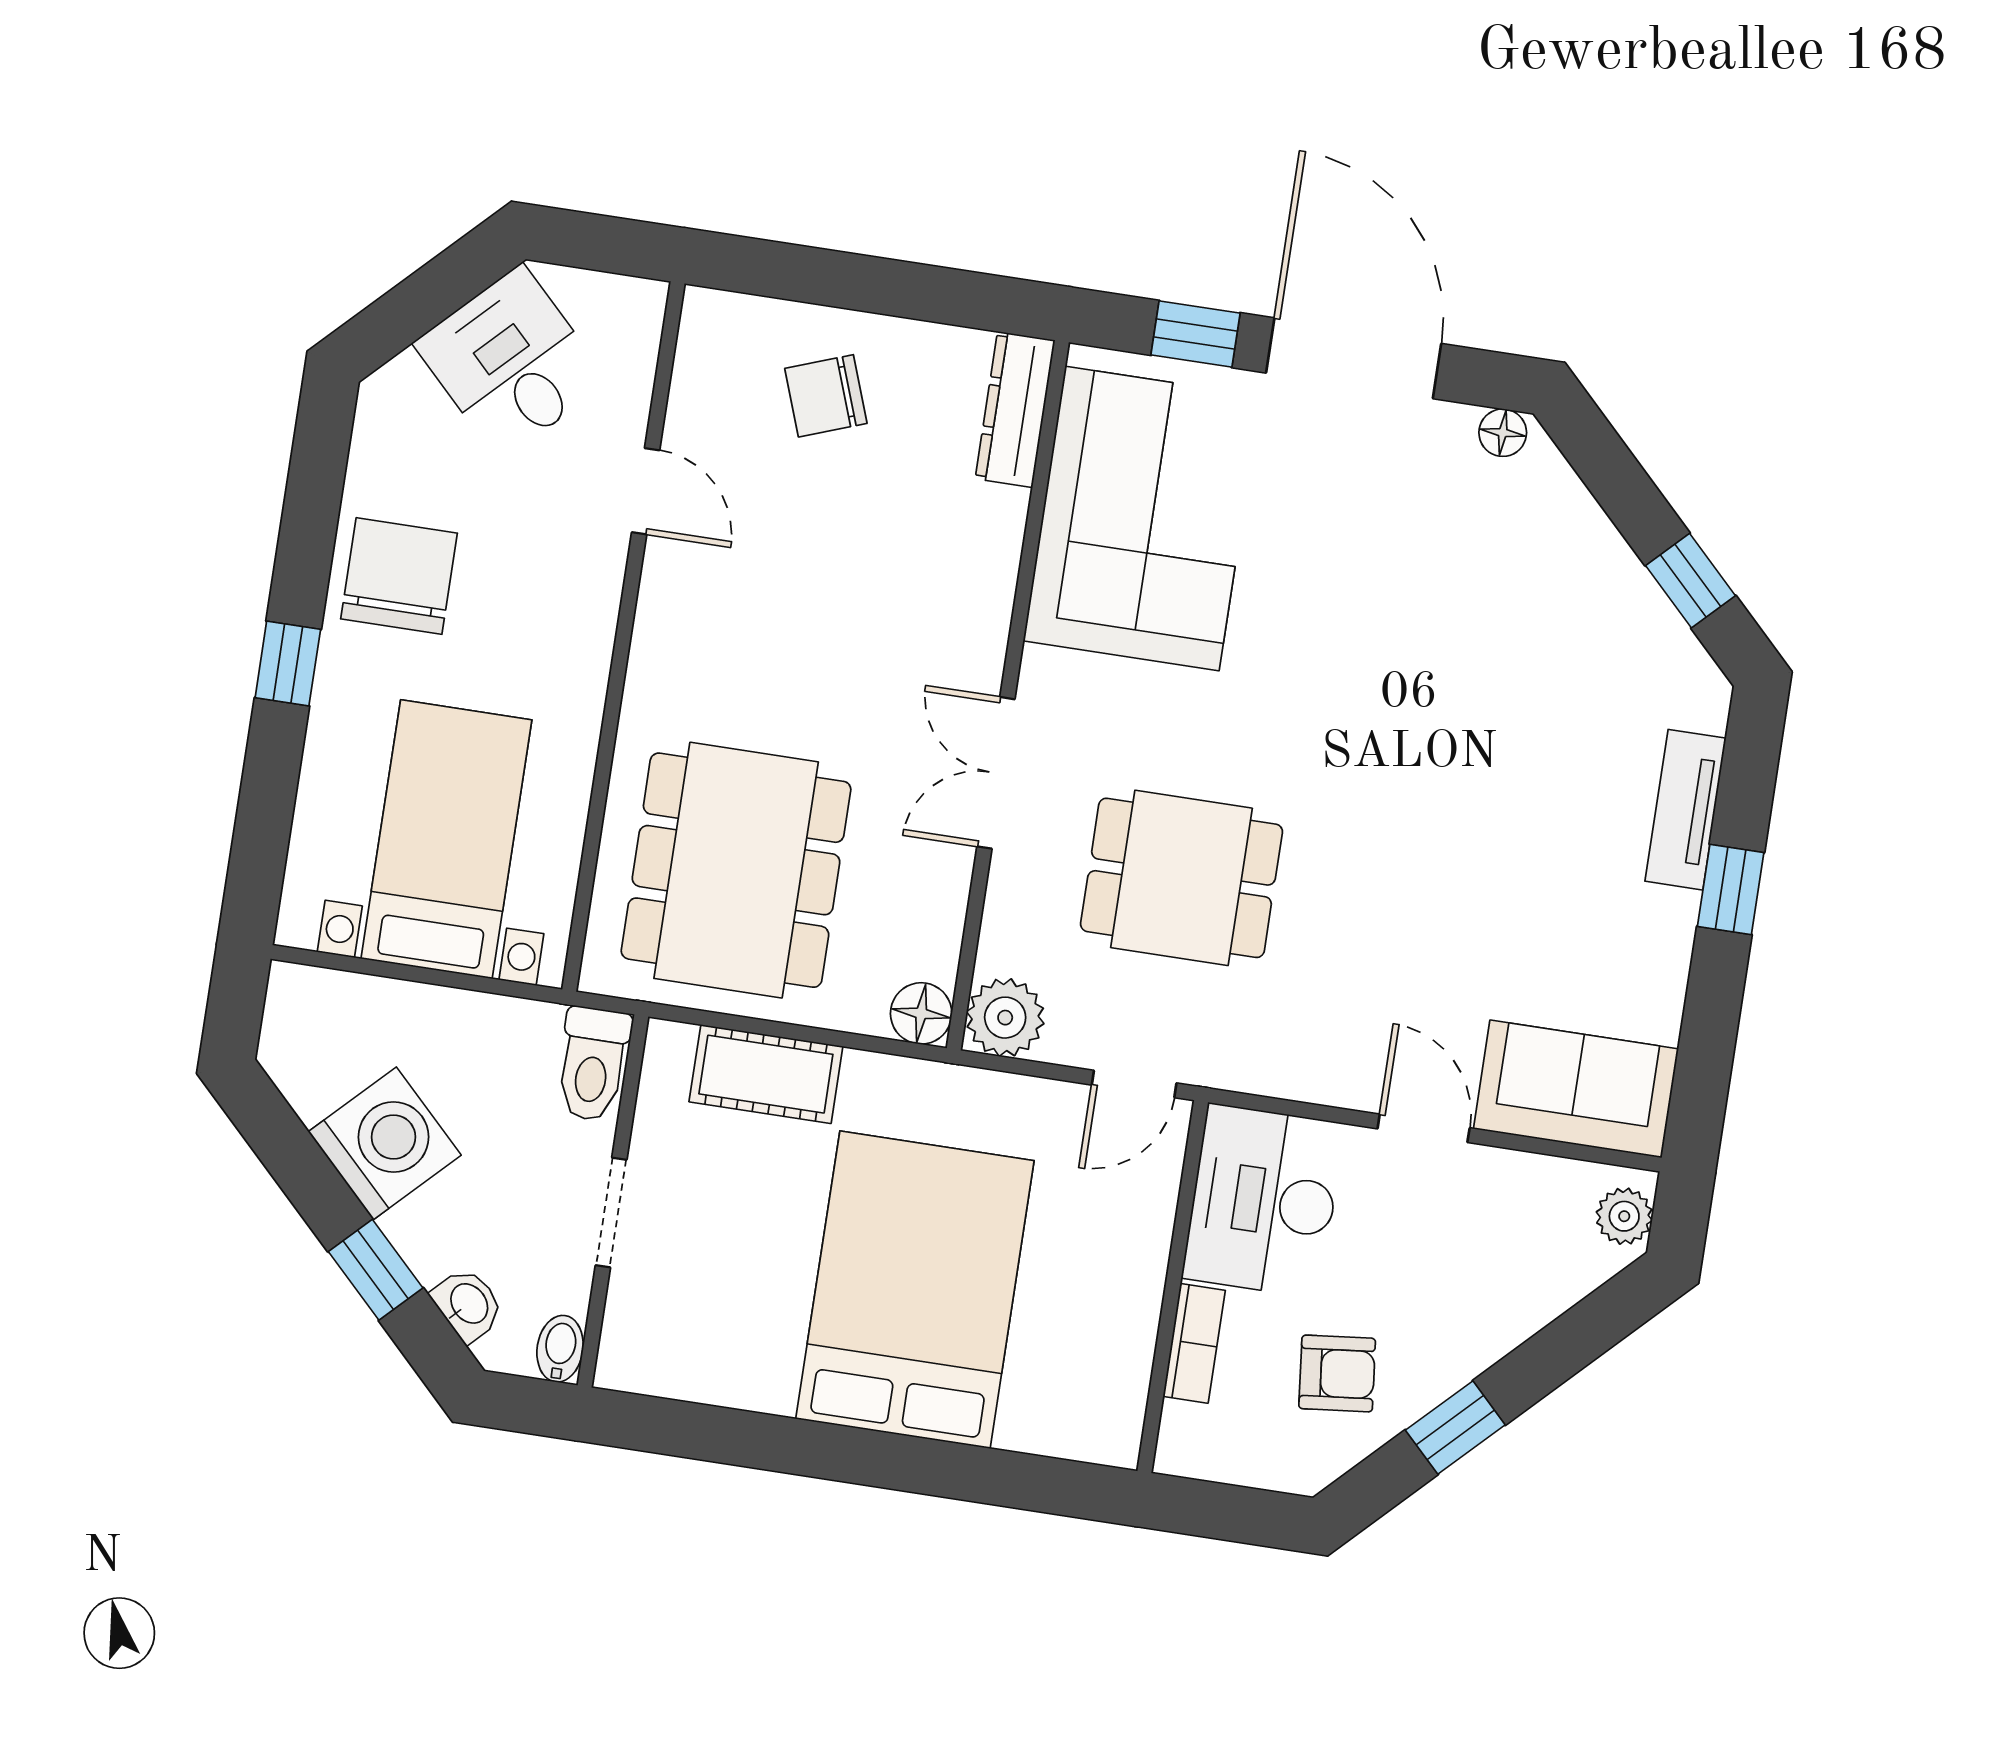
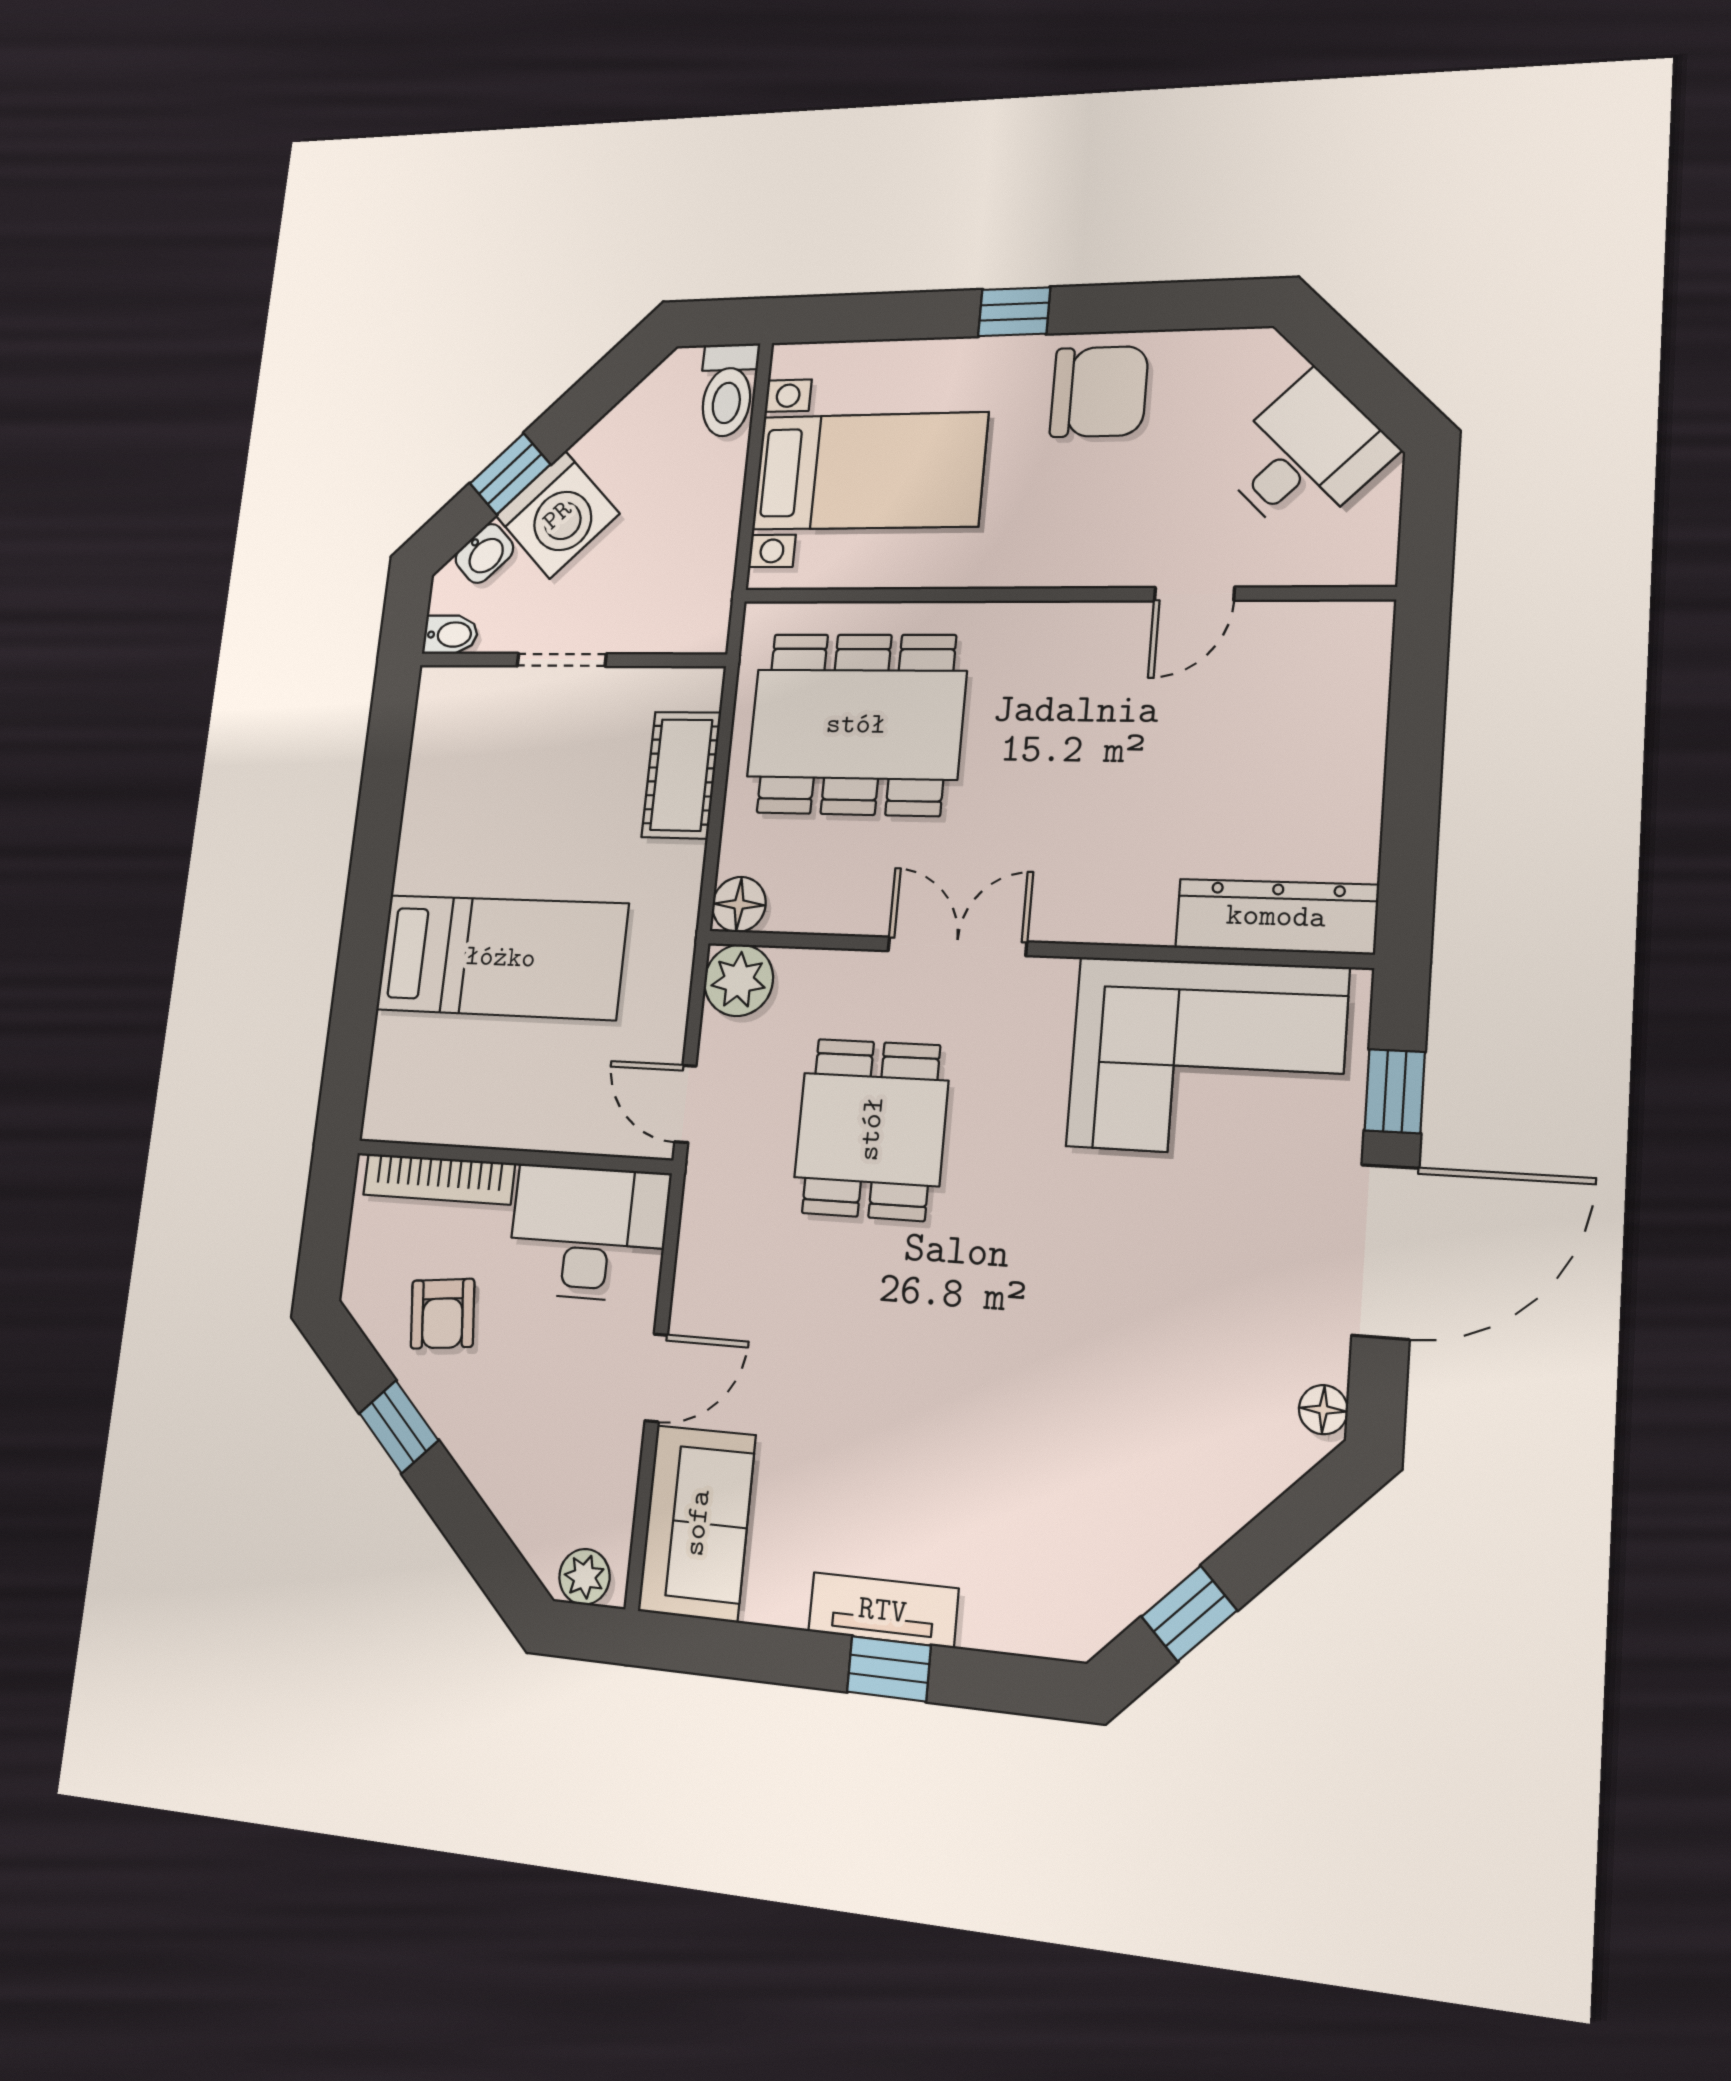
chair: (826, 396) -> (1300, 745), removed
dresser: (1015, 410) -> (1276, 916), width x1.37, depth x1.24
tv unit: (1685, 810) -> (883, 1610), moved
toilet: (593, 1064) -> (728, 390), moved, turned -90
washing machine: (385, 1143) -> (557, 515), moved
bed: (915, 1290) -> (501, 957), width x0.67
bookcase: (1194, 1343) -> (439, 1179), width x1.56

